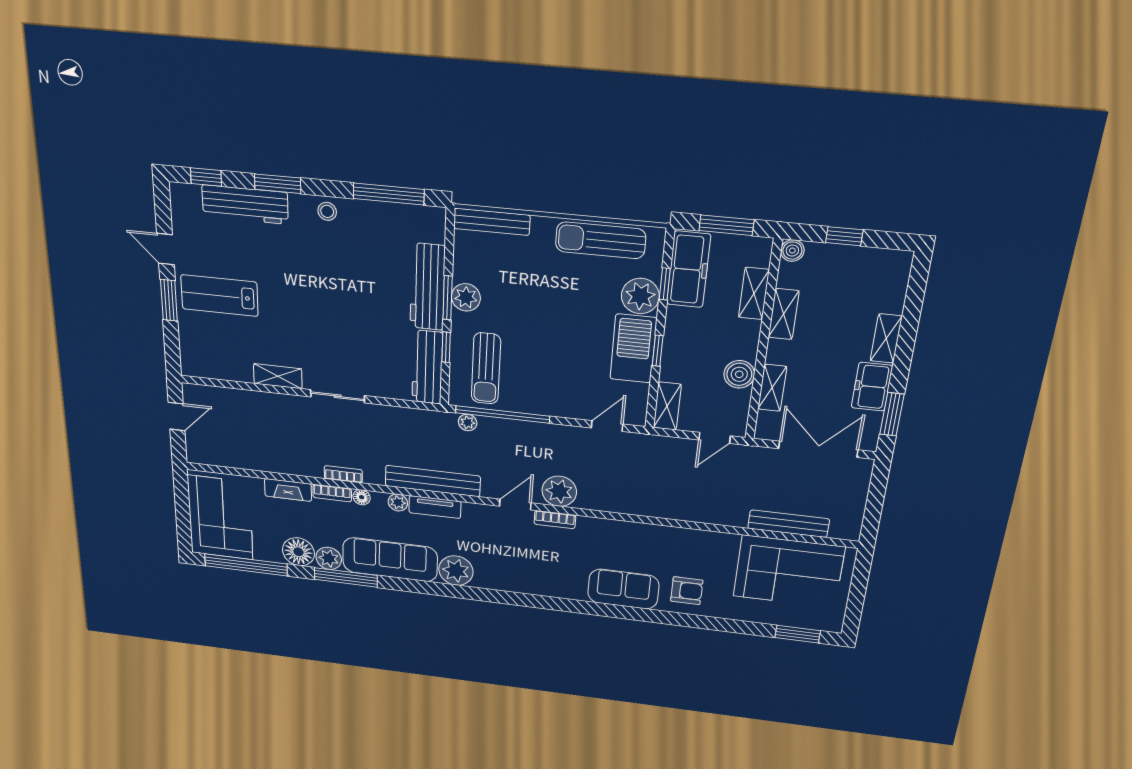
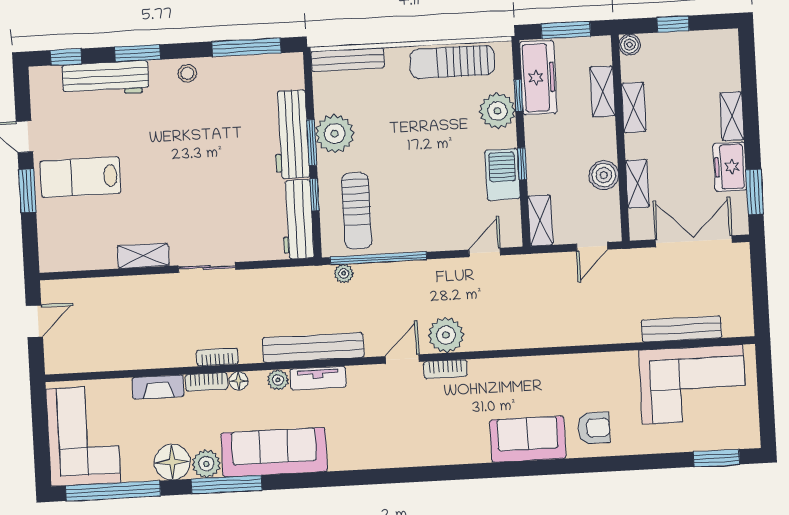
plant: (466, 297) -> (335, 134), width x1.36, depth x1.36
barbecue: (633, 349) -> (502, 175), width x0.73, depth x0.83
plant: (456, 571) -> (347, 452), removed

